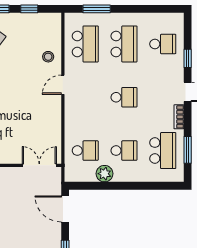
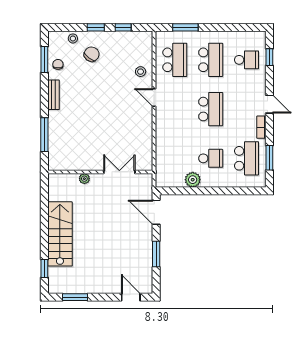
window: (188, 58) -> (269, 57), moved
door: (63, 85) -> (154, 97), hinge flipped
school desk: (124, 97) -> (211, 109), width x1.85
school desk: (85, 151) -> (175, 158), removed
double door: (39, 165) -> (119, 172), moved

